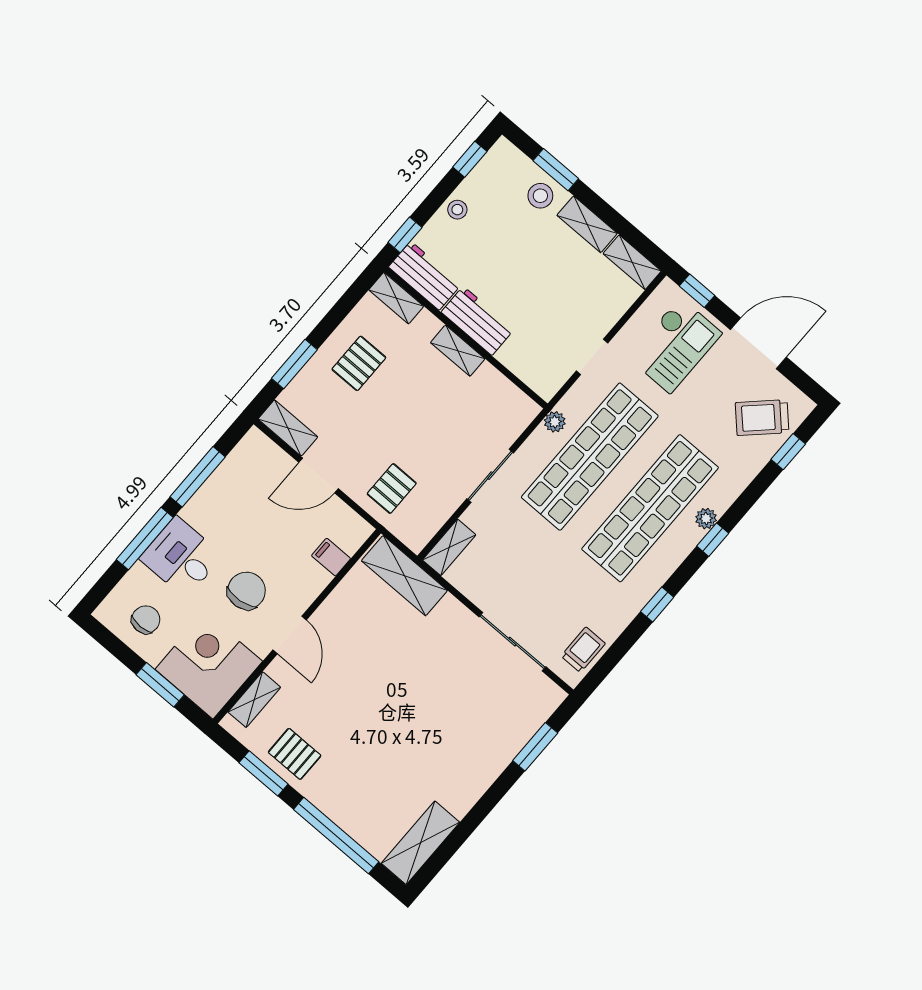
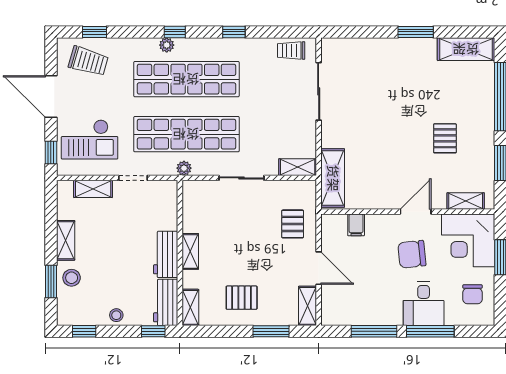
shelving: (632, 262) -> (93, 189), moved, turned 90
checkout: (675, 345) -> (90, 139), turned 180
trolley: (762, 418) -> (88, 61), turned -30
pallet: (392, 488) -> (293, 224), turned 90
chair: (146, 620) -> (472, 294), turned -90
window: (535, 747) -> (416, 32), moved
pallet: (295, 754) -> (445, 138), moved

